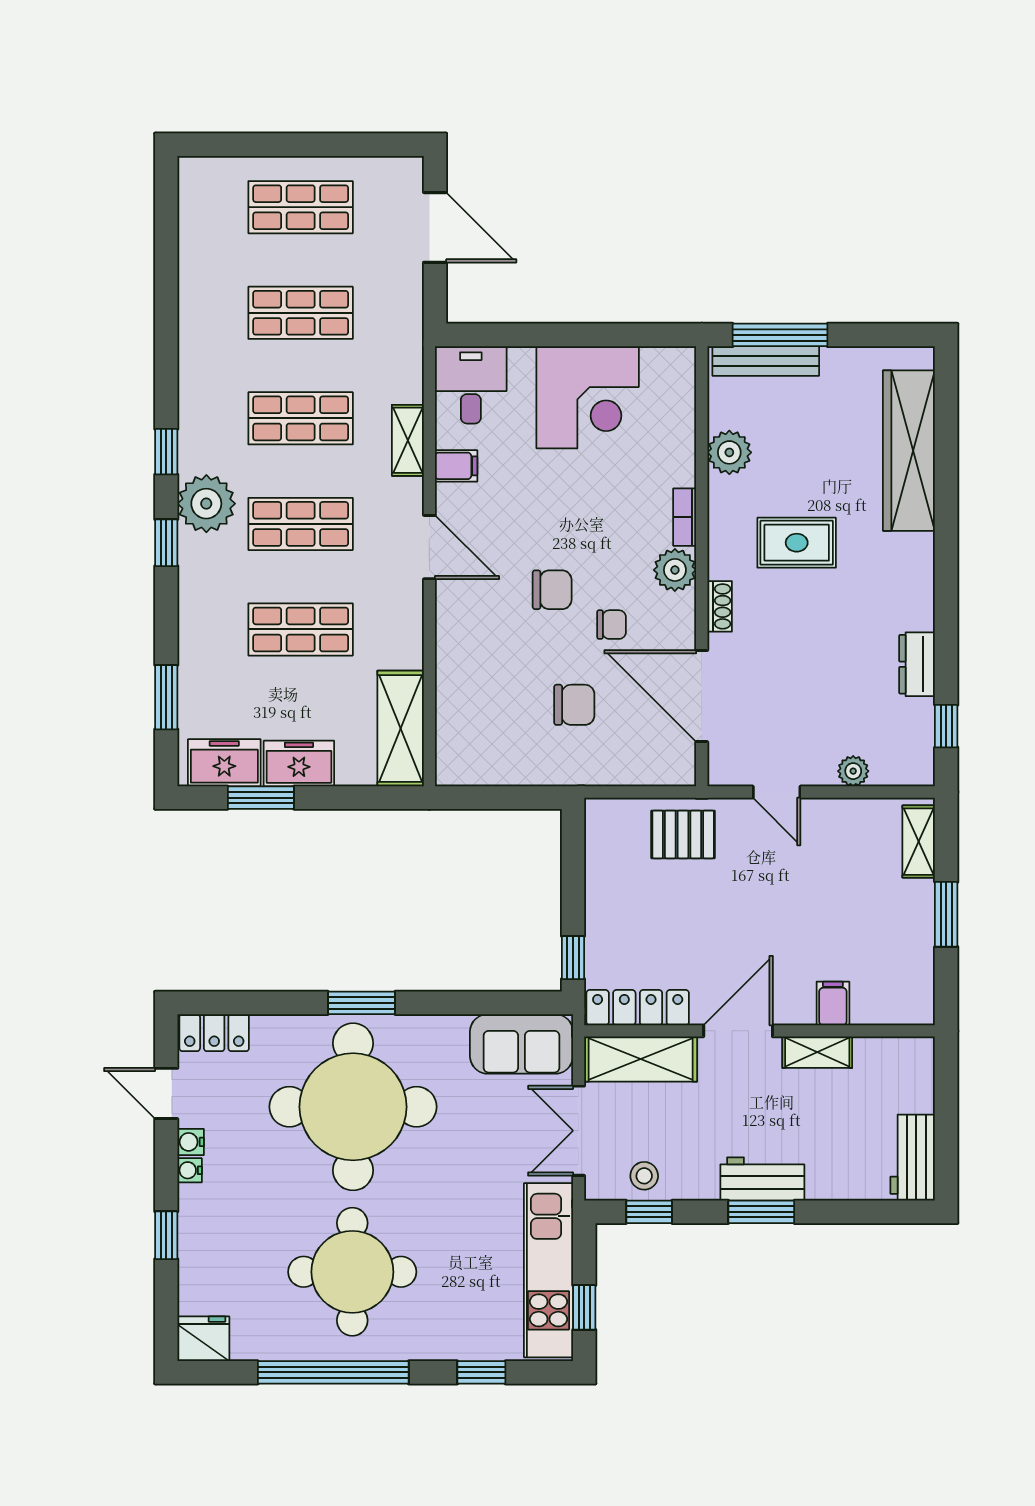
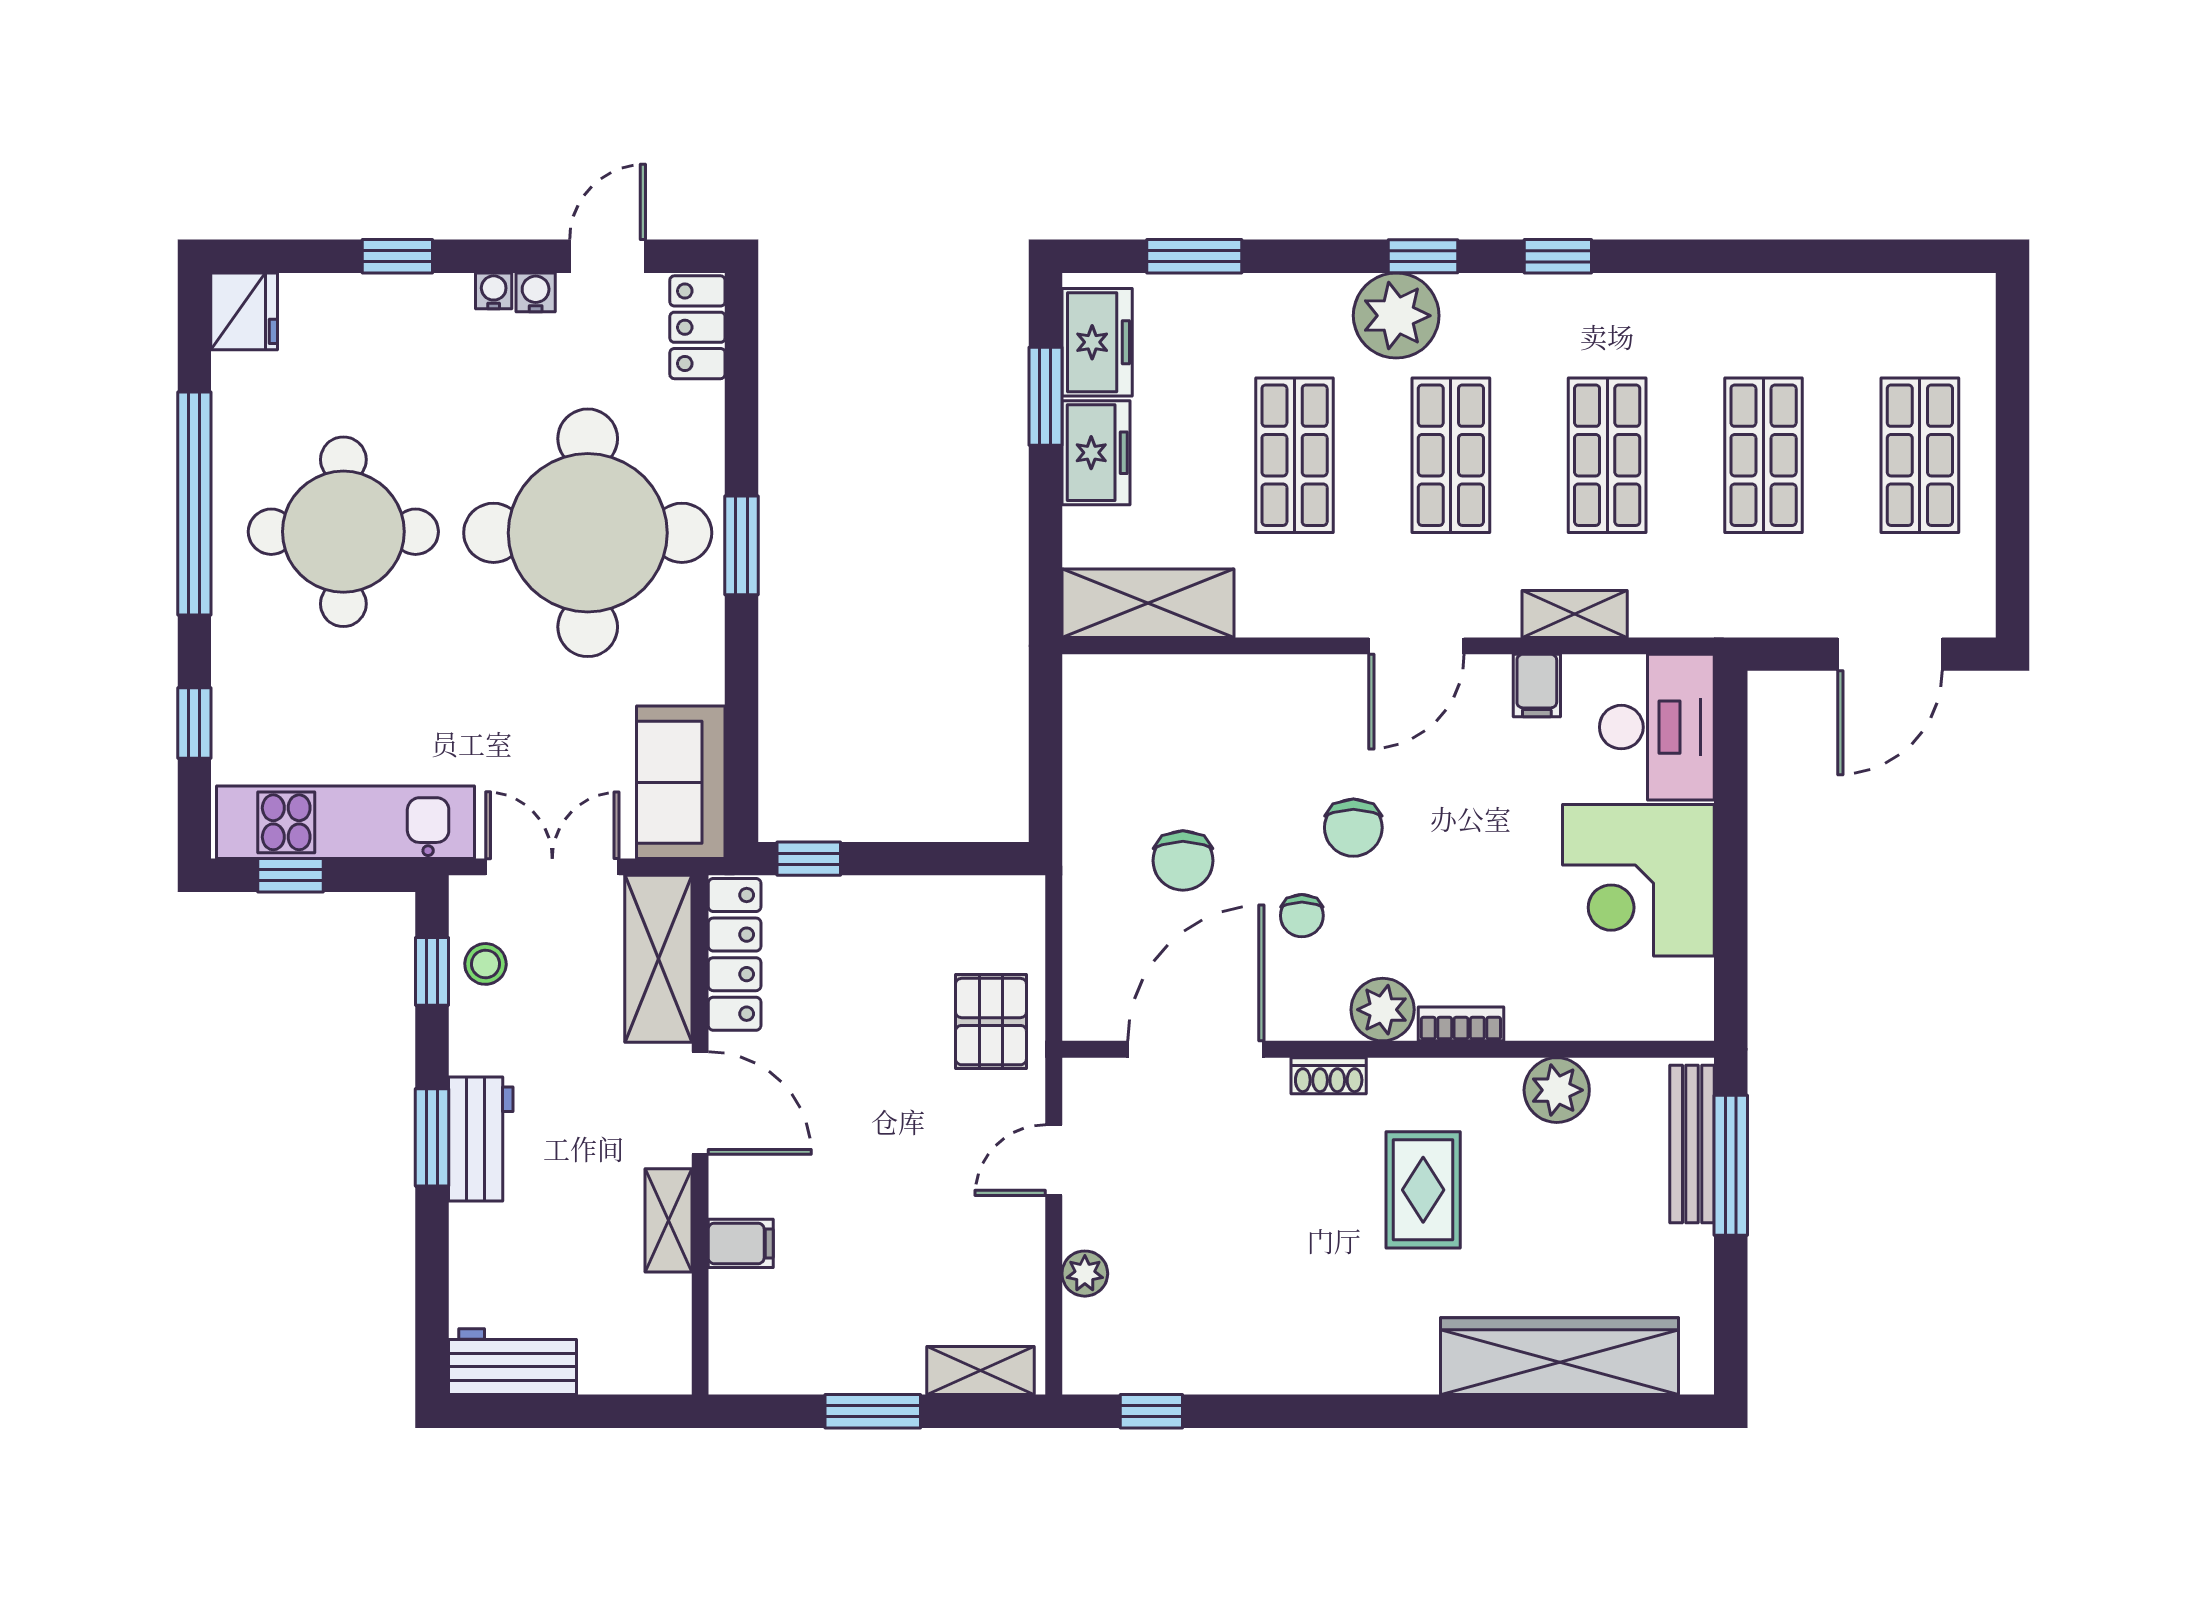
desk: (471, 385) -> (1657, 727), width x1.37
plant: (206, 504) -> (1396, 316), moved
dresser: (917, 664) -> (1243, 1368), removed

